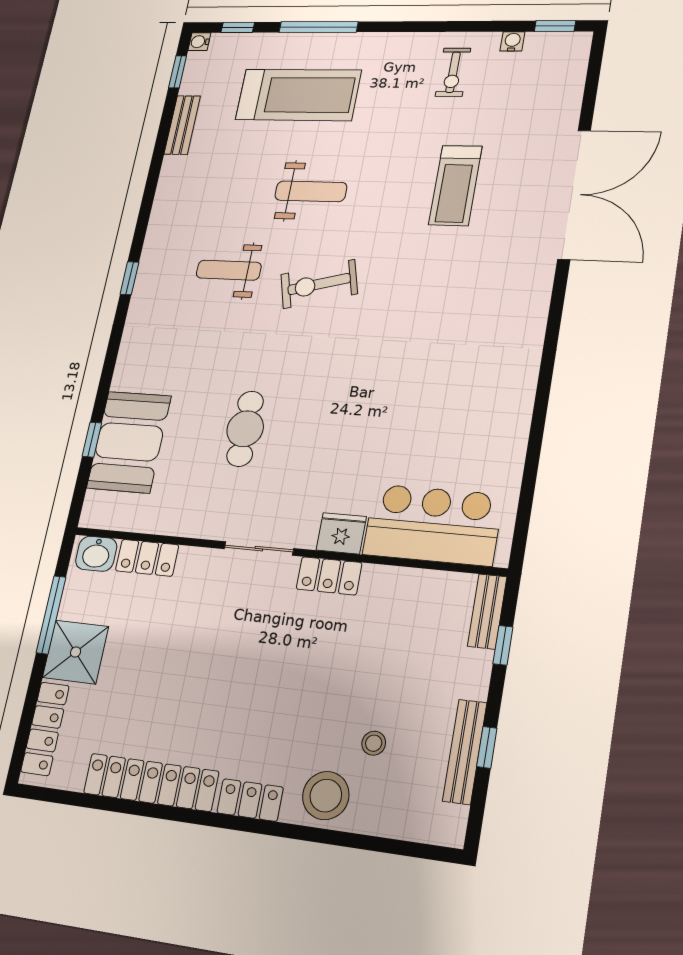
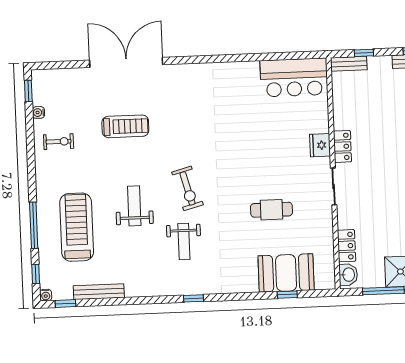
bench: (182, 125) -> (99, 292), width x1.36
bar counter: (433, 525) -> (294, 77), moved, turned -90

